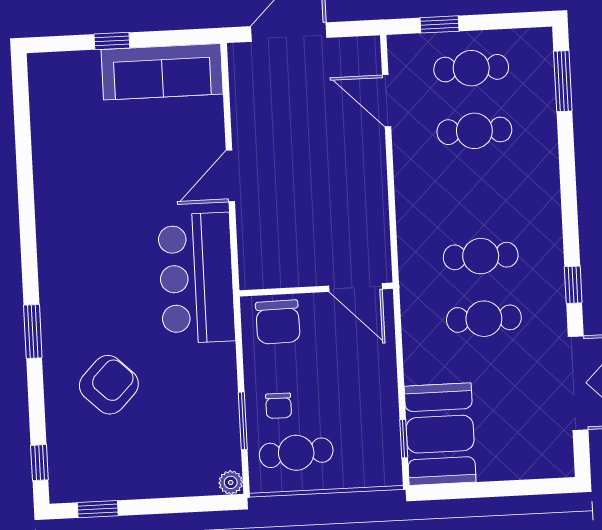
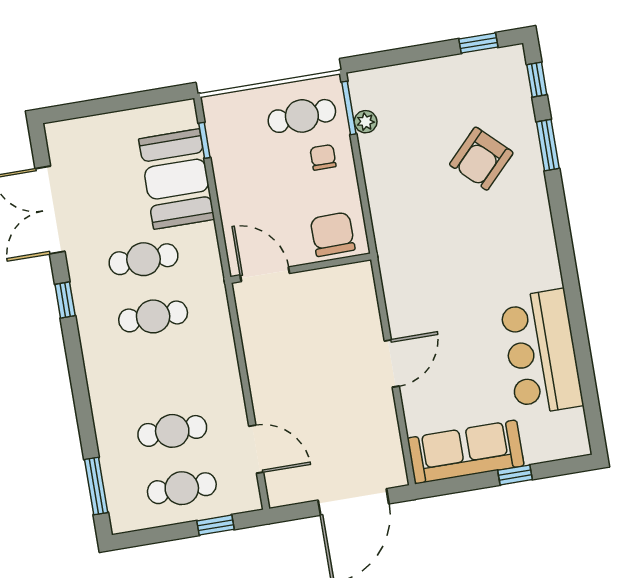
bar counter: (197, 278) -> (541, 352), moved, turned 180
window: (33, 331) -> (548, 145), moved
window: (243, 421) -> (349, 108), moved
booth: (440, 434) -> (177, 179), moved
plant: (231, 482) -> (366, 122), moved

